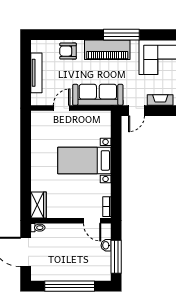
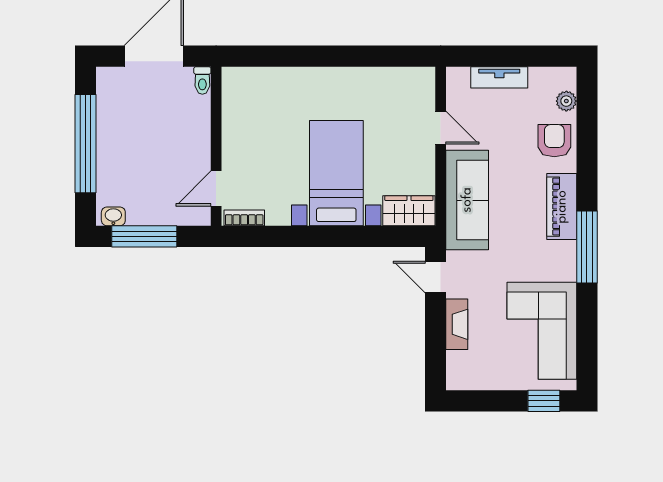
plant: (48, 45) -> (566, 101), added
piano: (107, 50) -> (562, 207), width x0.73, depth x0.75
tv unit: (36, 73) -> (499, 77), width x0.71
wardrobe: (39, 205) -> (409, 211), moved, turned 180
washbasin: (106, 245) -> (113, 216), moved

